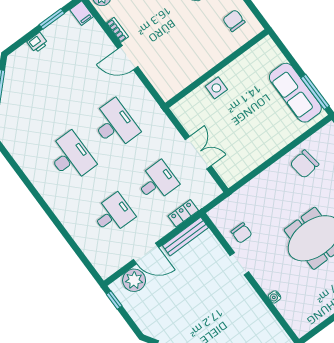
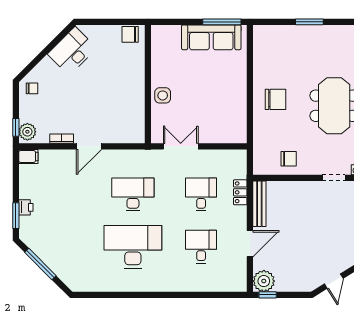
window: (52, 19) -> (16, 216), moved
chair: (234, 21) -> (130, 34), moved
double door: (198, 153) -> (181, 146), moved
desk: (71, 157) -> (133, 247), width x1.36, depth x1.30
chair: (304, 164) -> (275, 99), moved, turned -82
doorway: (239, 264) -> (334, 178), moved
plant: (134, 280) -> (264, 281), moved

